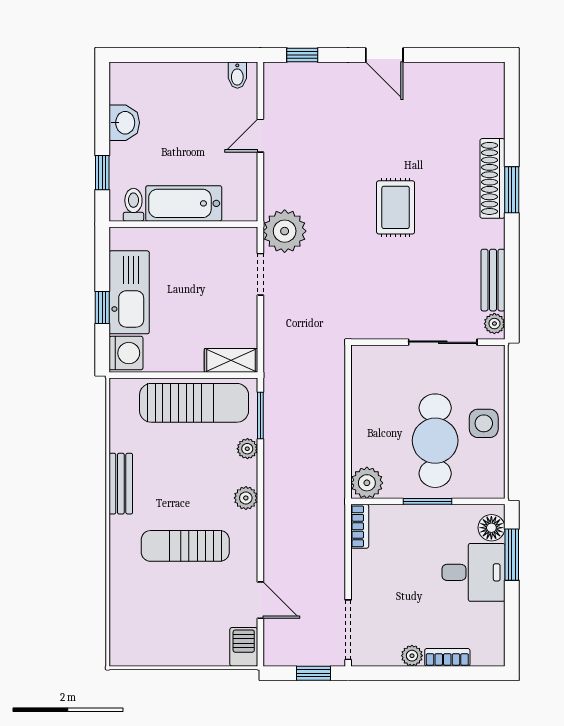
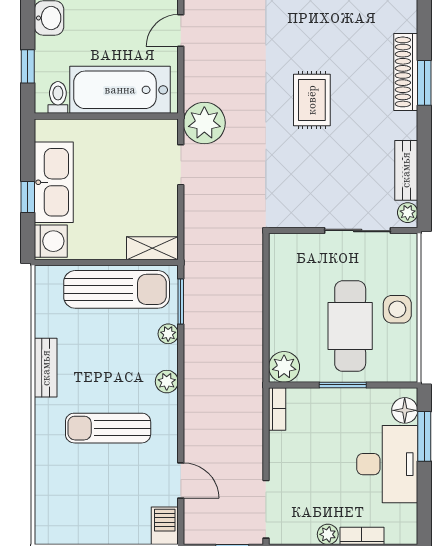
bathtub: (184, 203) -> (120, 90), width x1.36, depth x1.36
desk: (473, 572) -> (387, 464), width x1.37

